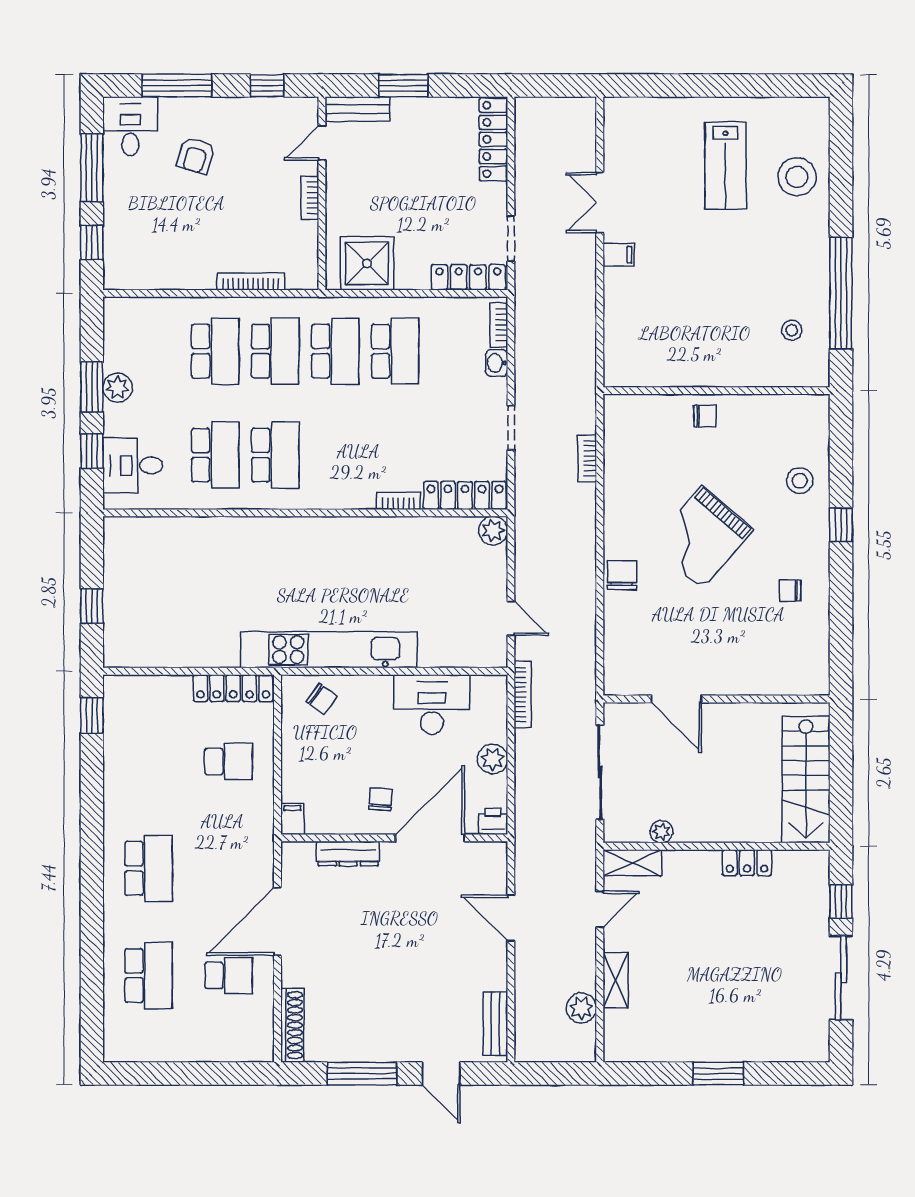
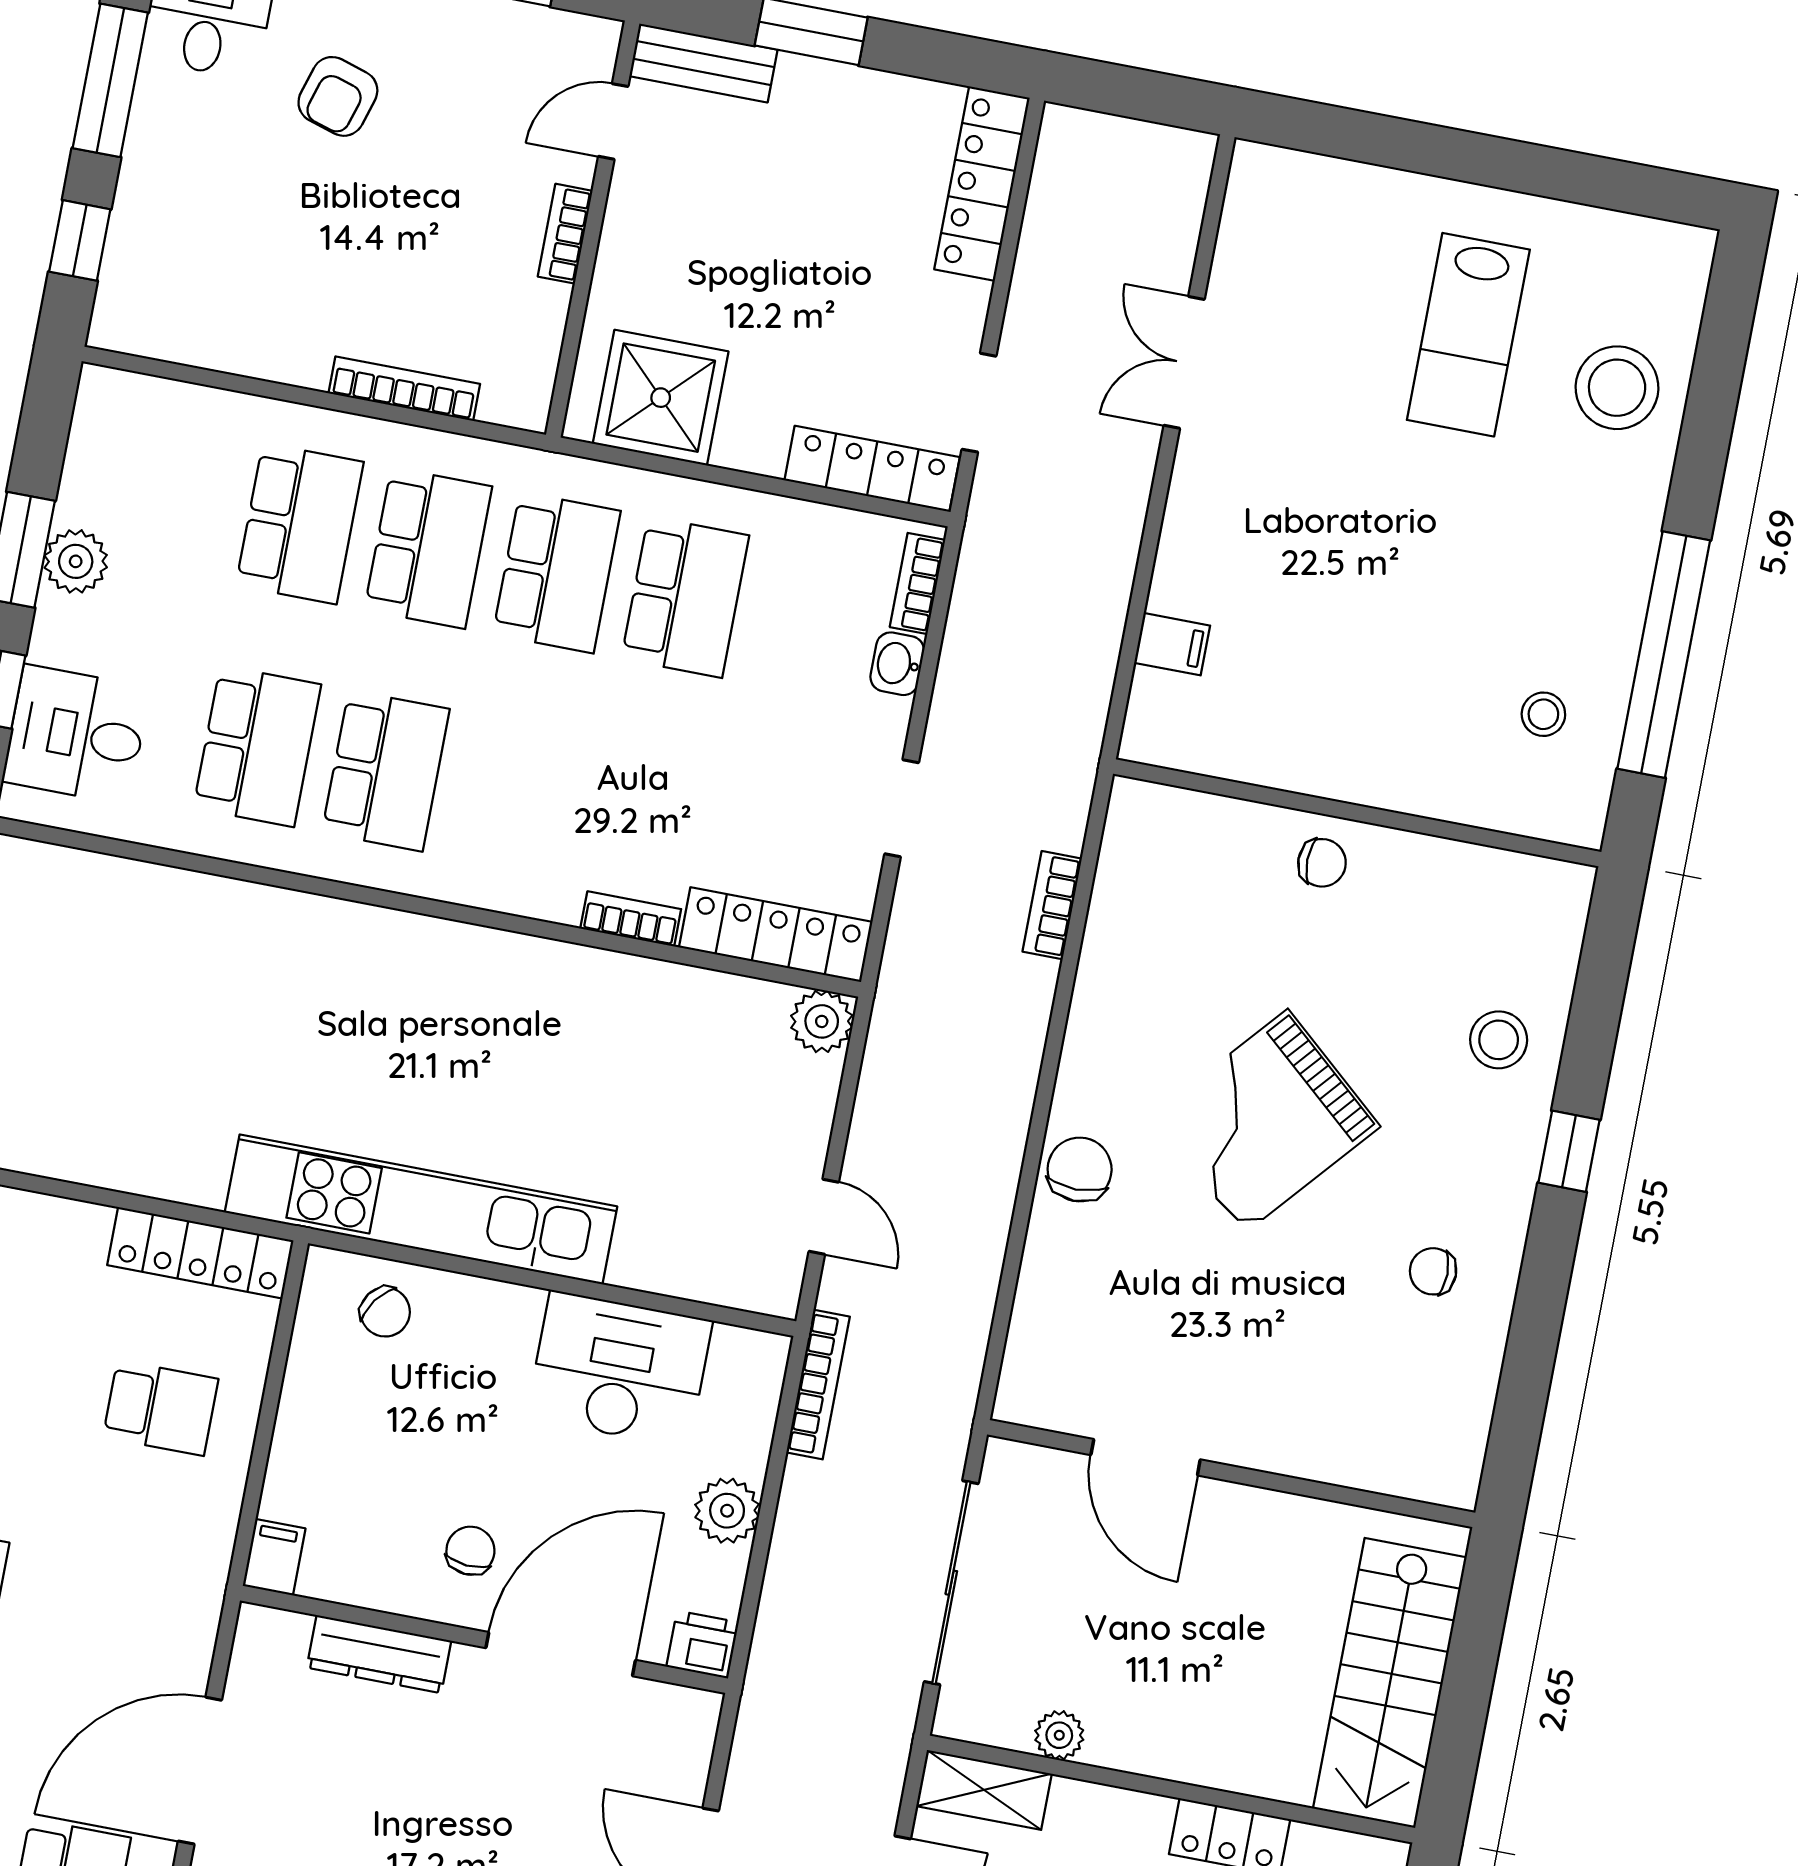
filing cabinet: (619, 255) -> (1172, 644), moved

